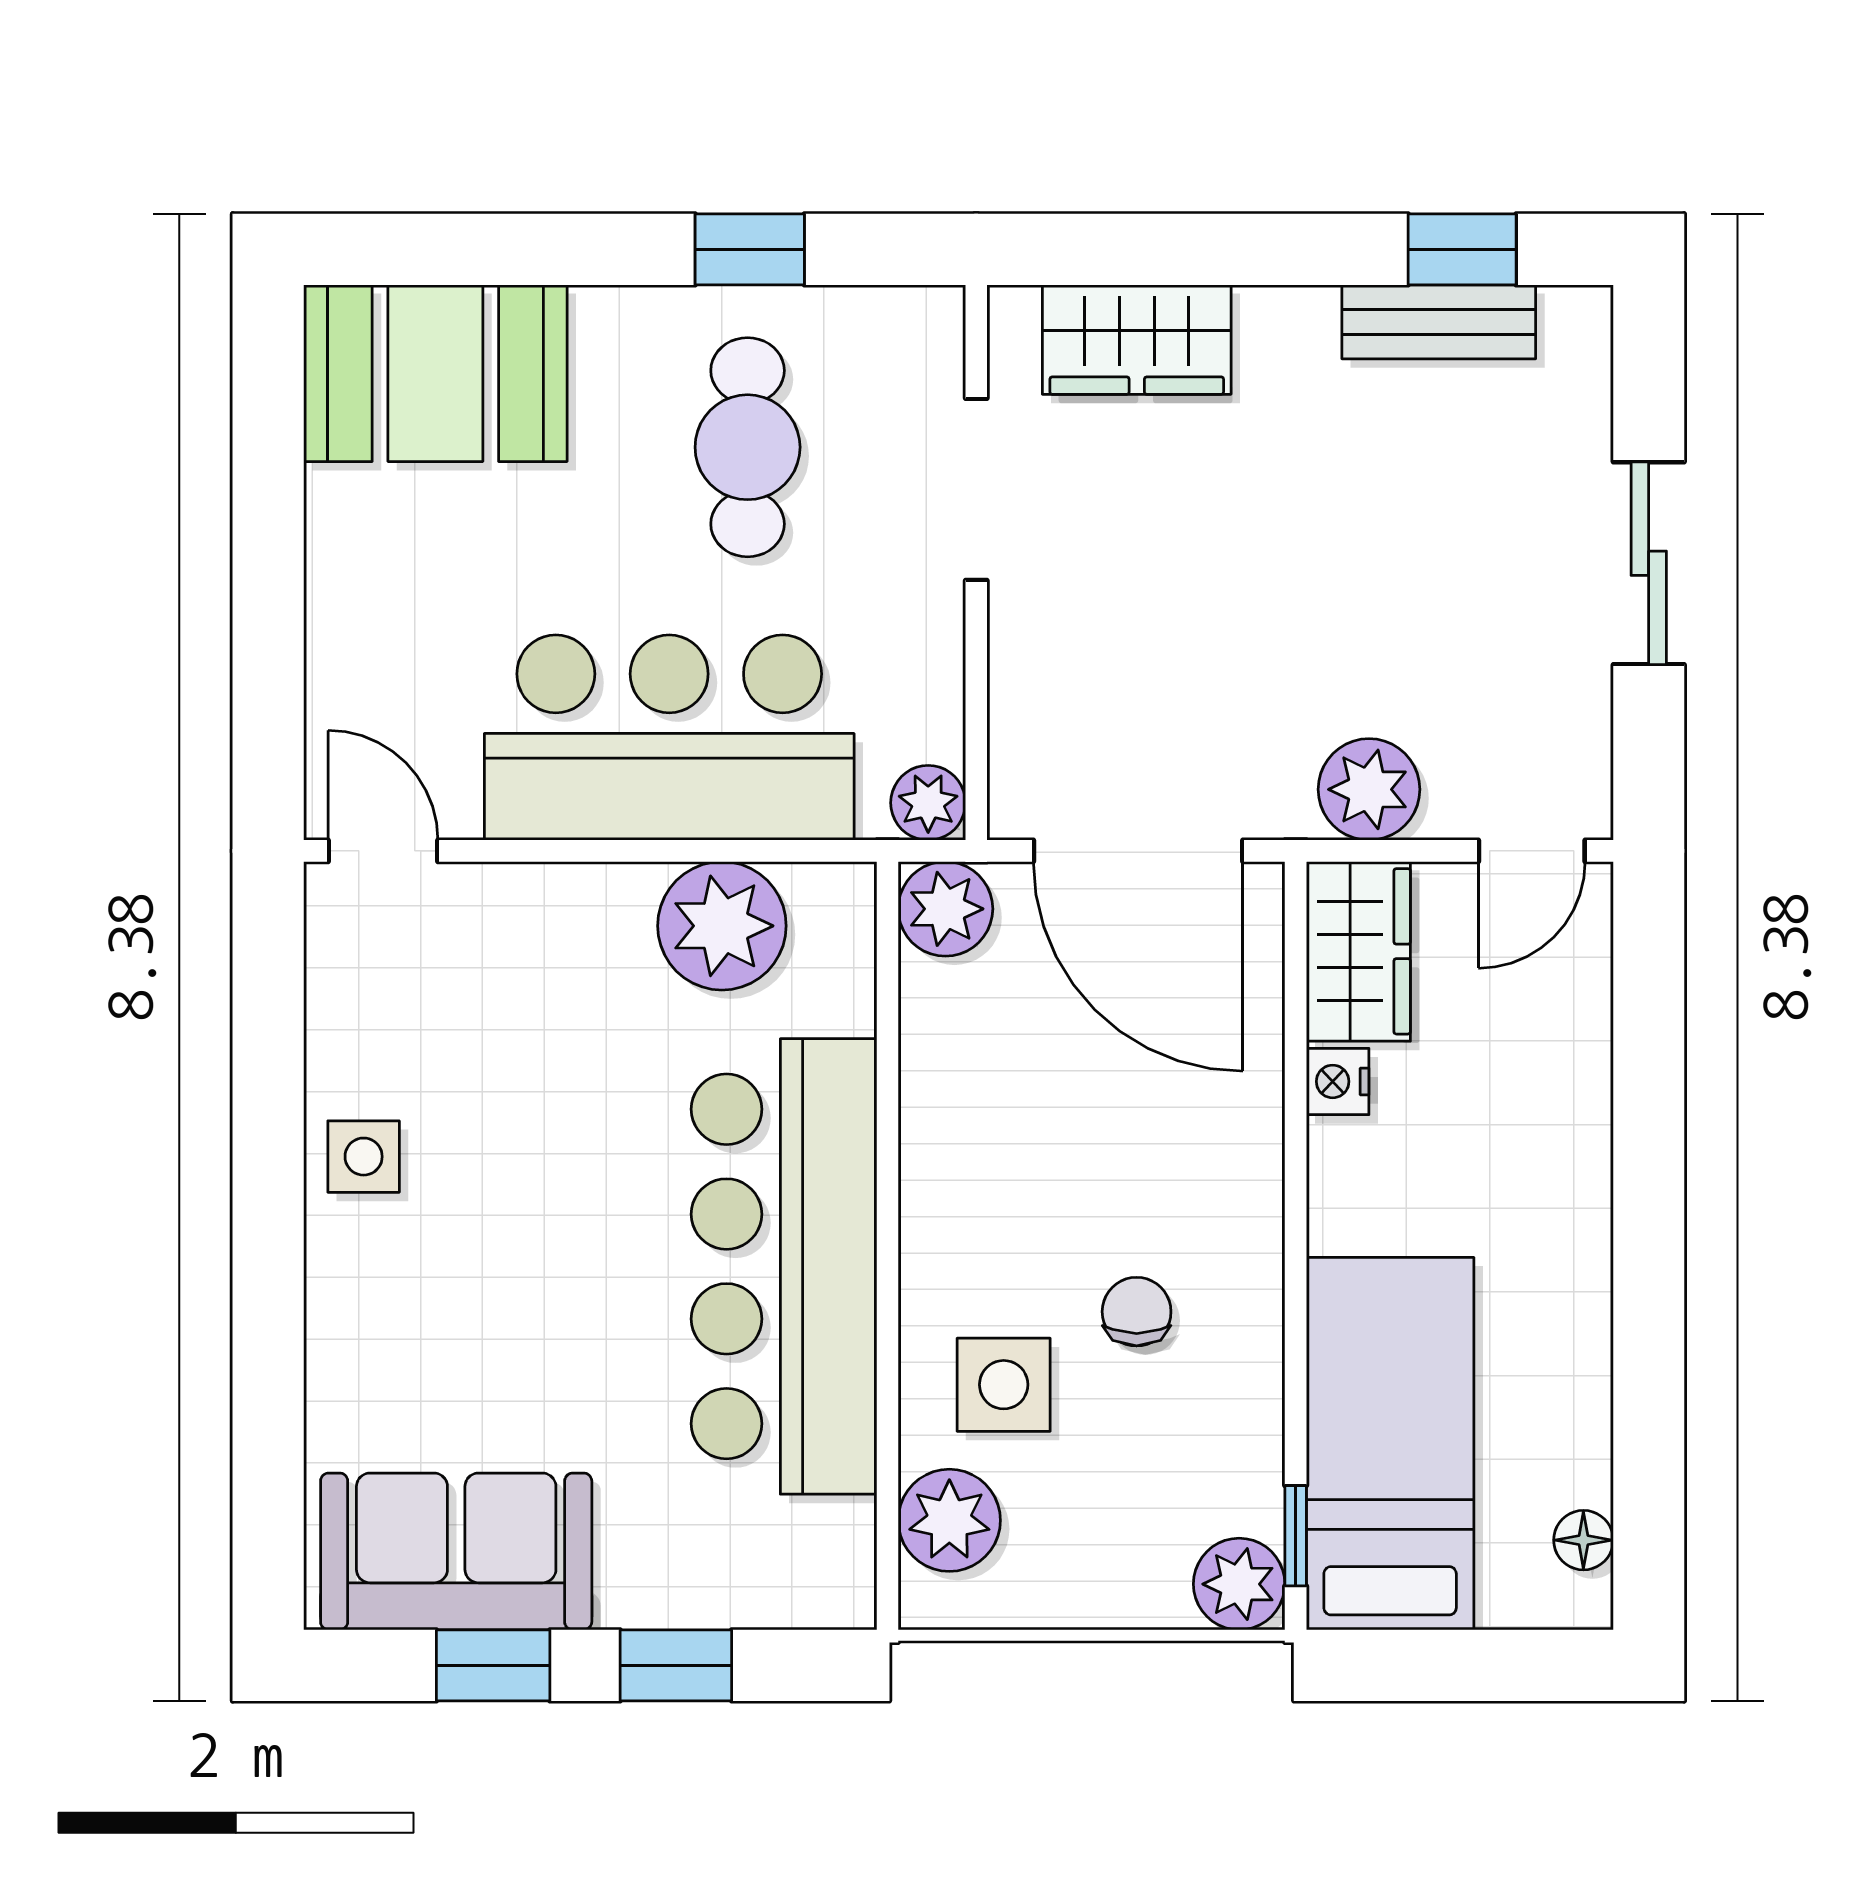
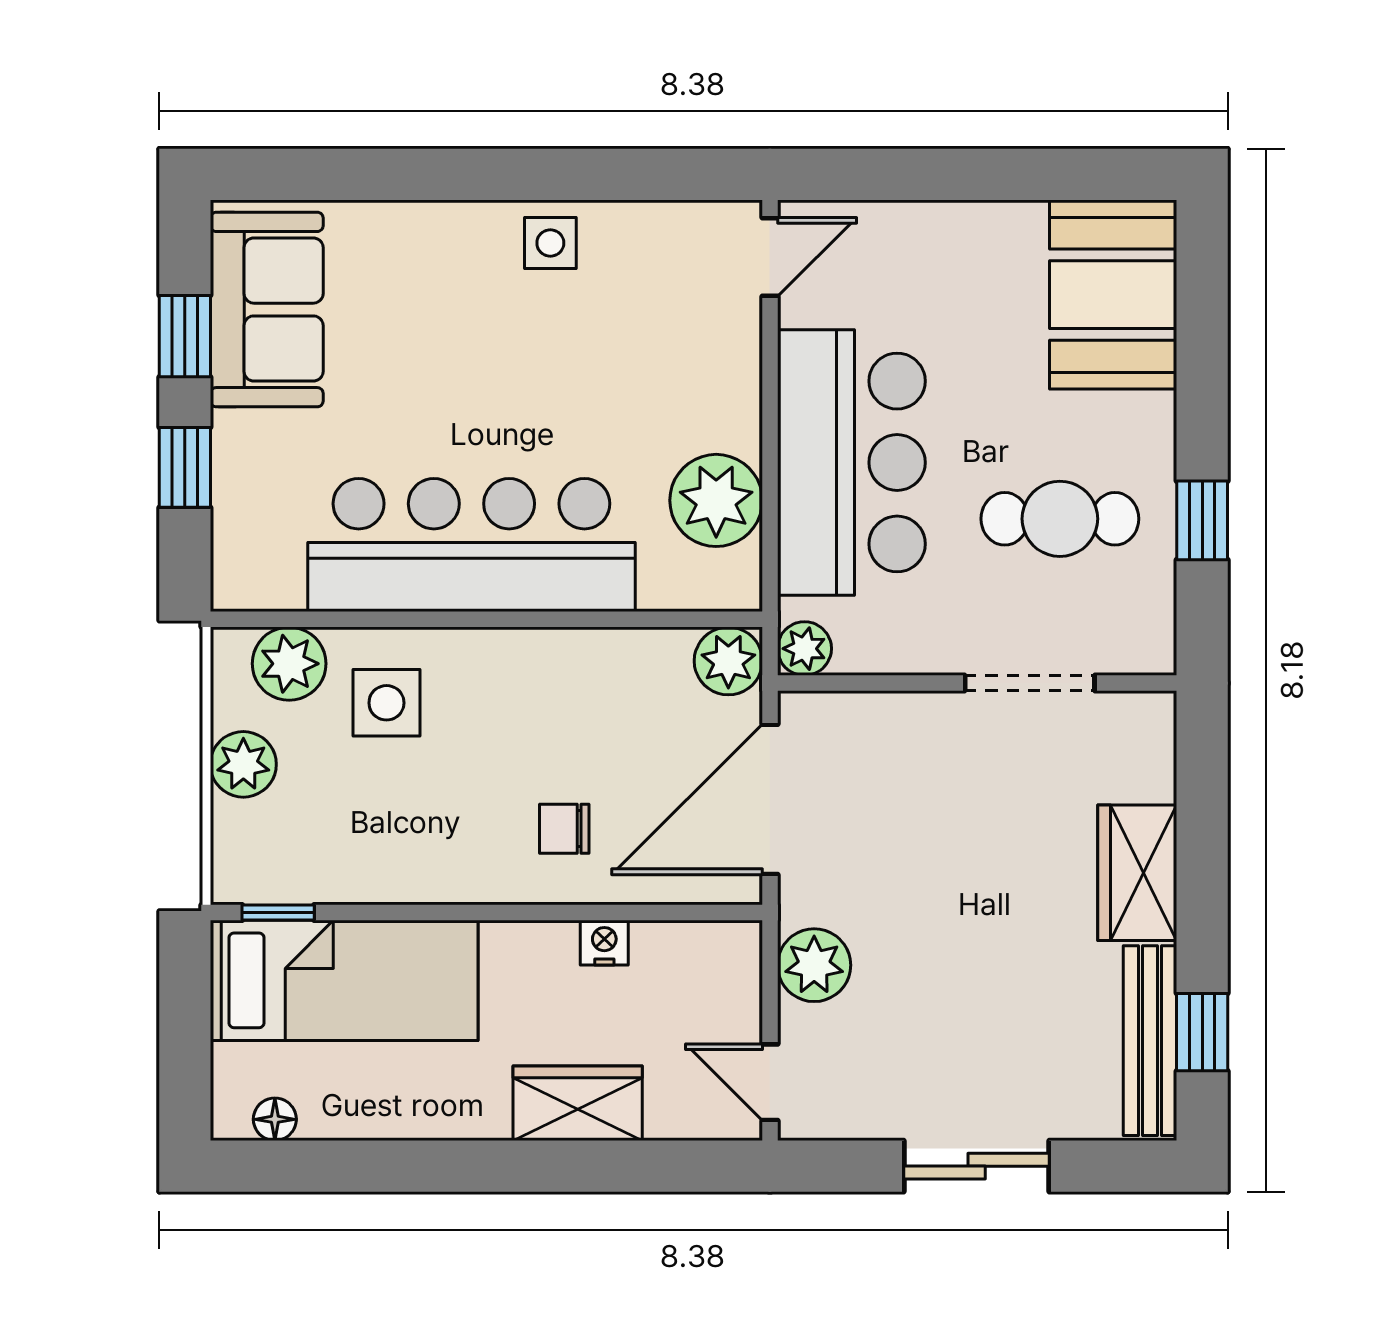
bench: (1439, 322) -> (1150, 1041), width x1.36
wardrobe: (1137, 340) -> (1137, 873), moved
wardrobe: (1358, 951) -> (578, 1103), moved, turned 180
chair: (1137, 1312) -> (564, 829), moved, turned 180
plant: (1239, 1584) -> (243, 764), moved

